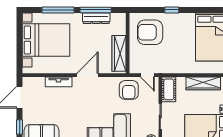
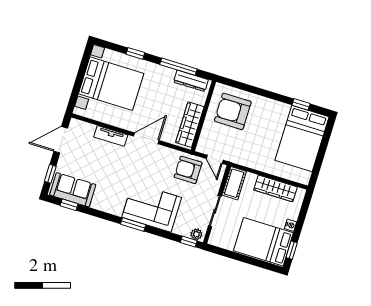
window: (58, 10) -> (135, 53), width x0.46
window: (172, 10) -> (301, 104), moved
dresser: (96, 18) -> (191, 81), moved
armchair: (129, 90) -> (188, 170), turned 90

